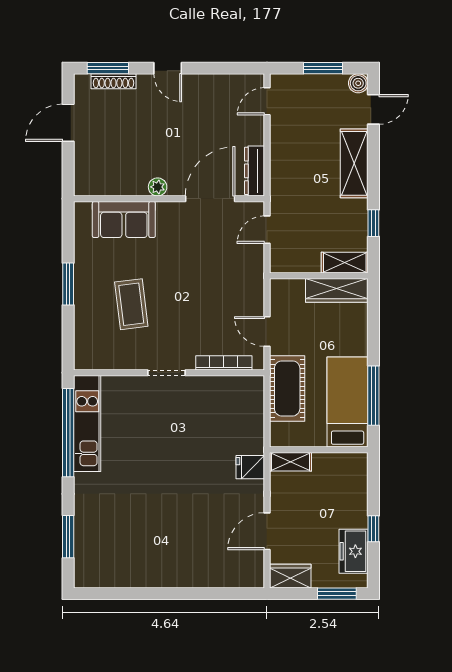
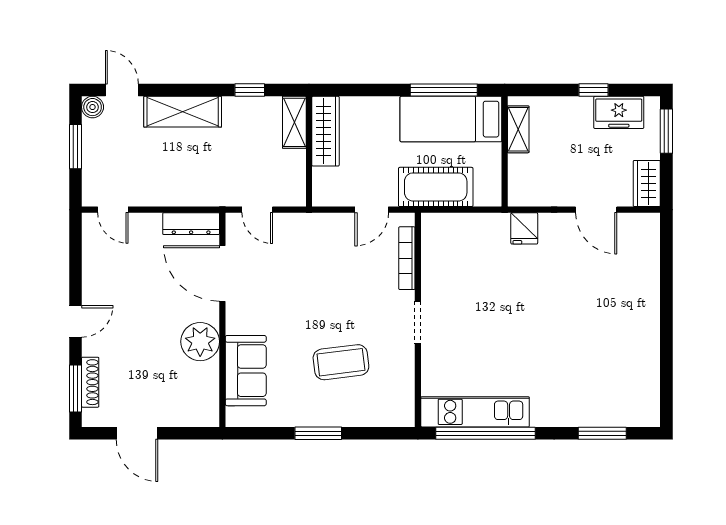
plant: (158, 187) -> (200, 342), width x1.88, depth x1.88
shelving: (291, 462) -> (518, 129), moved

